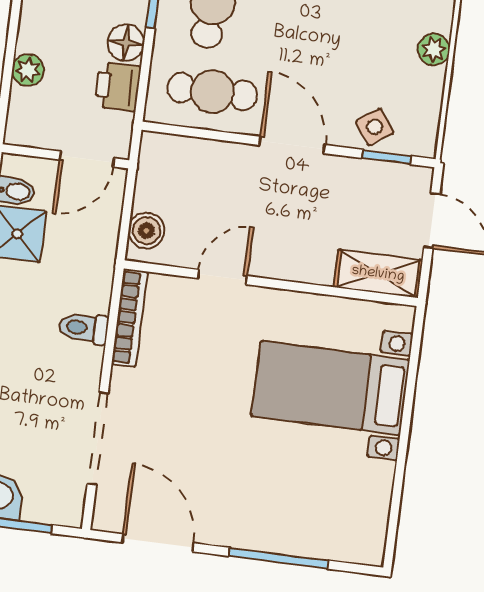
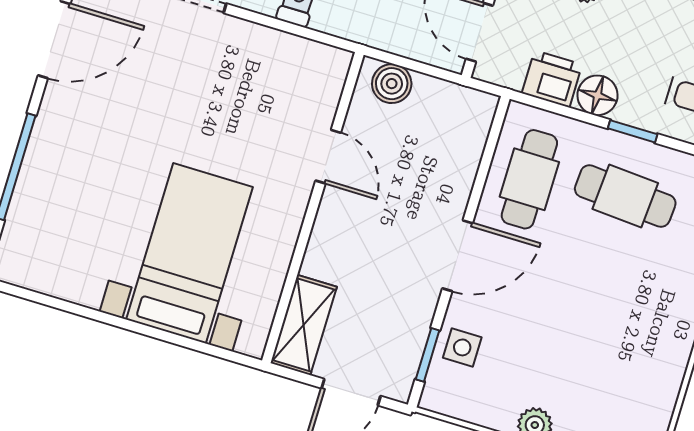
side table: (375, 127) -> (462, 347), turned 35
bookcase: (130, 318) -> (301, 50), removed

